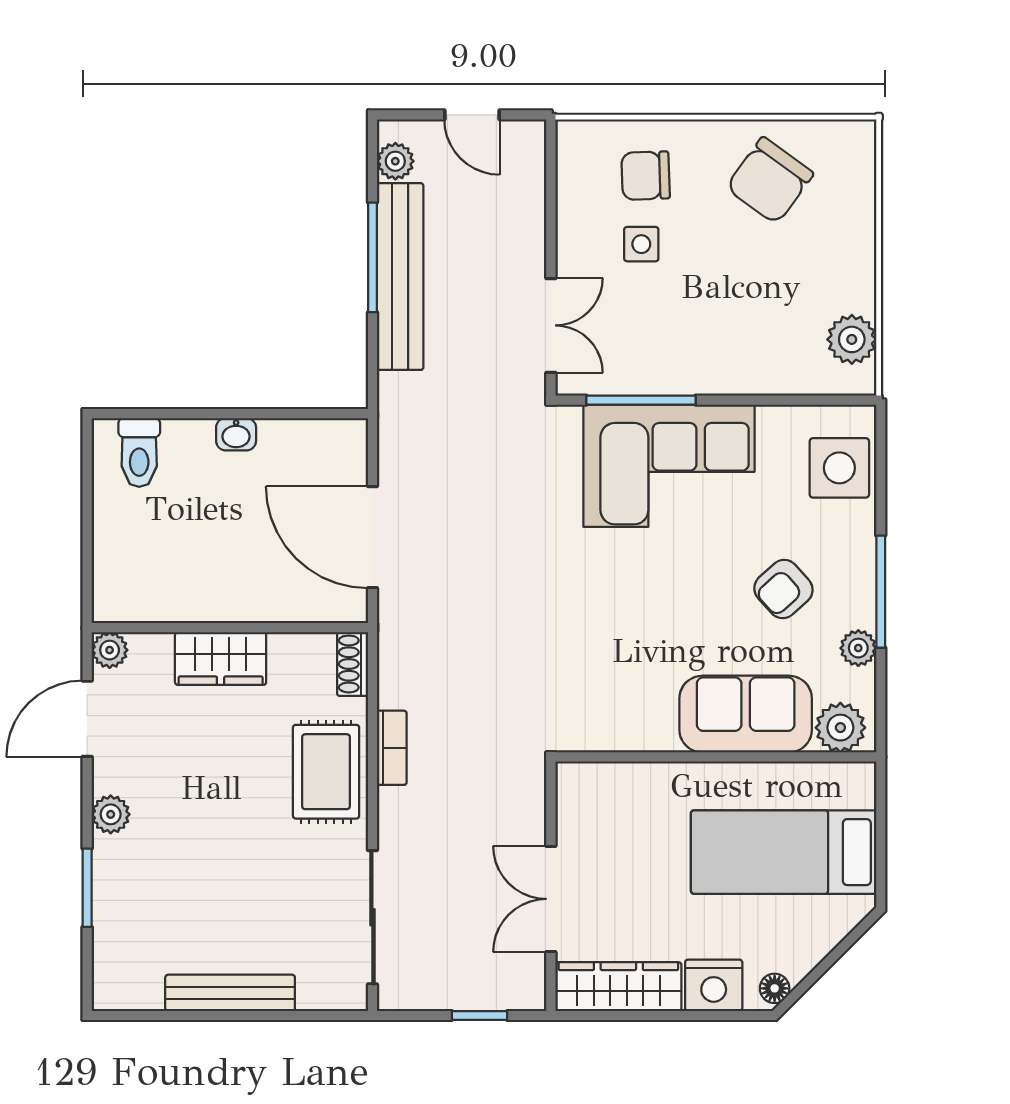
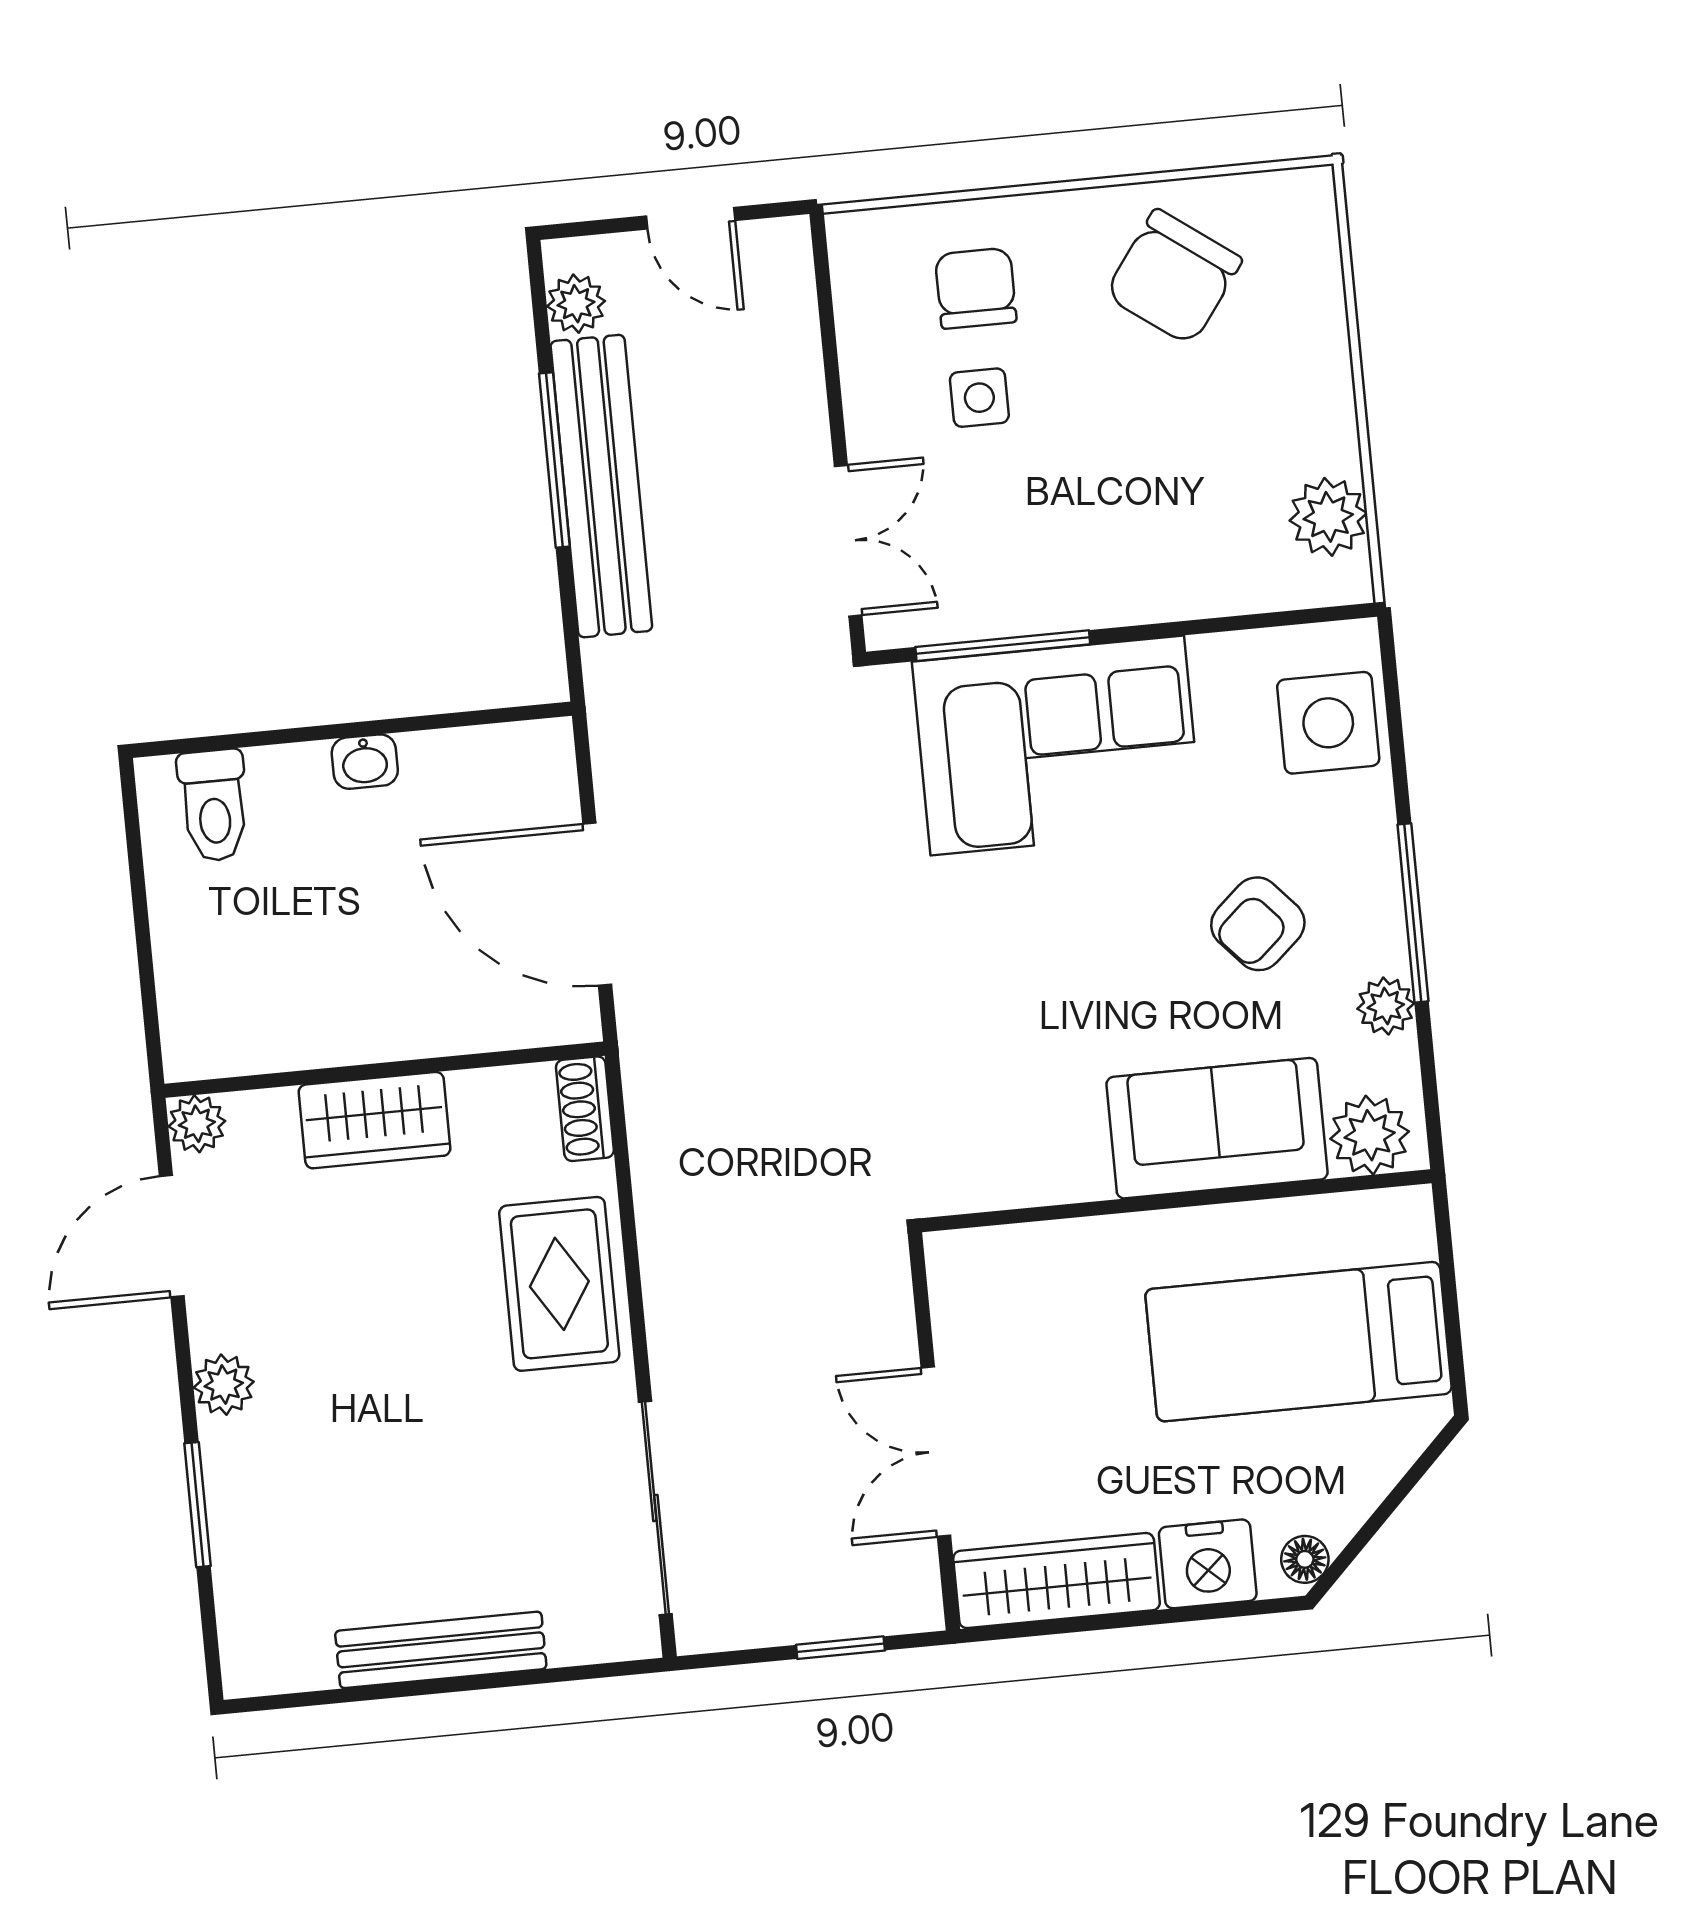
chair: (646, 176) -> (976, 288), turned 92
bookcase: (392, 748) -> (660, 1236), removed

